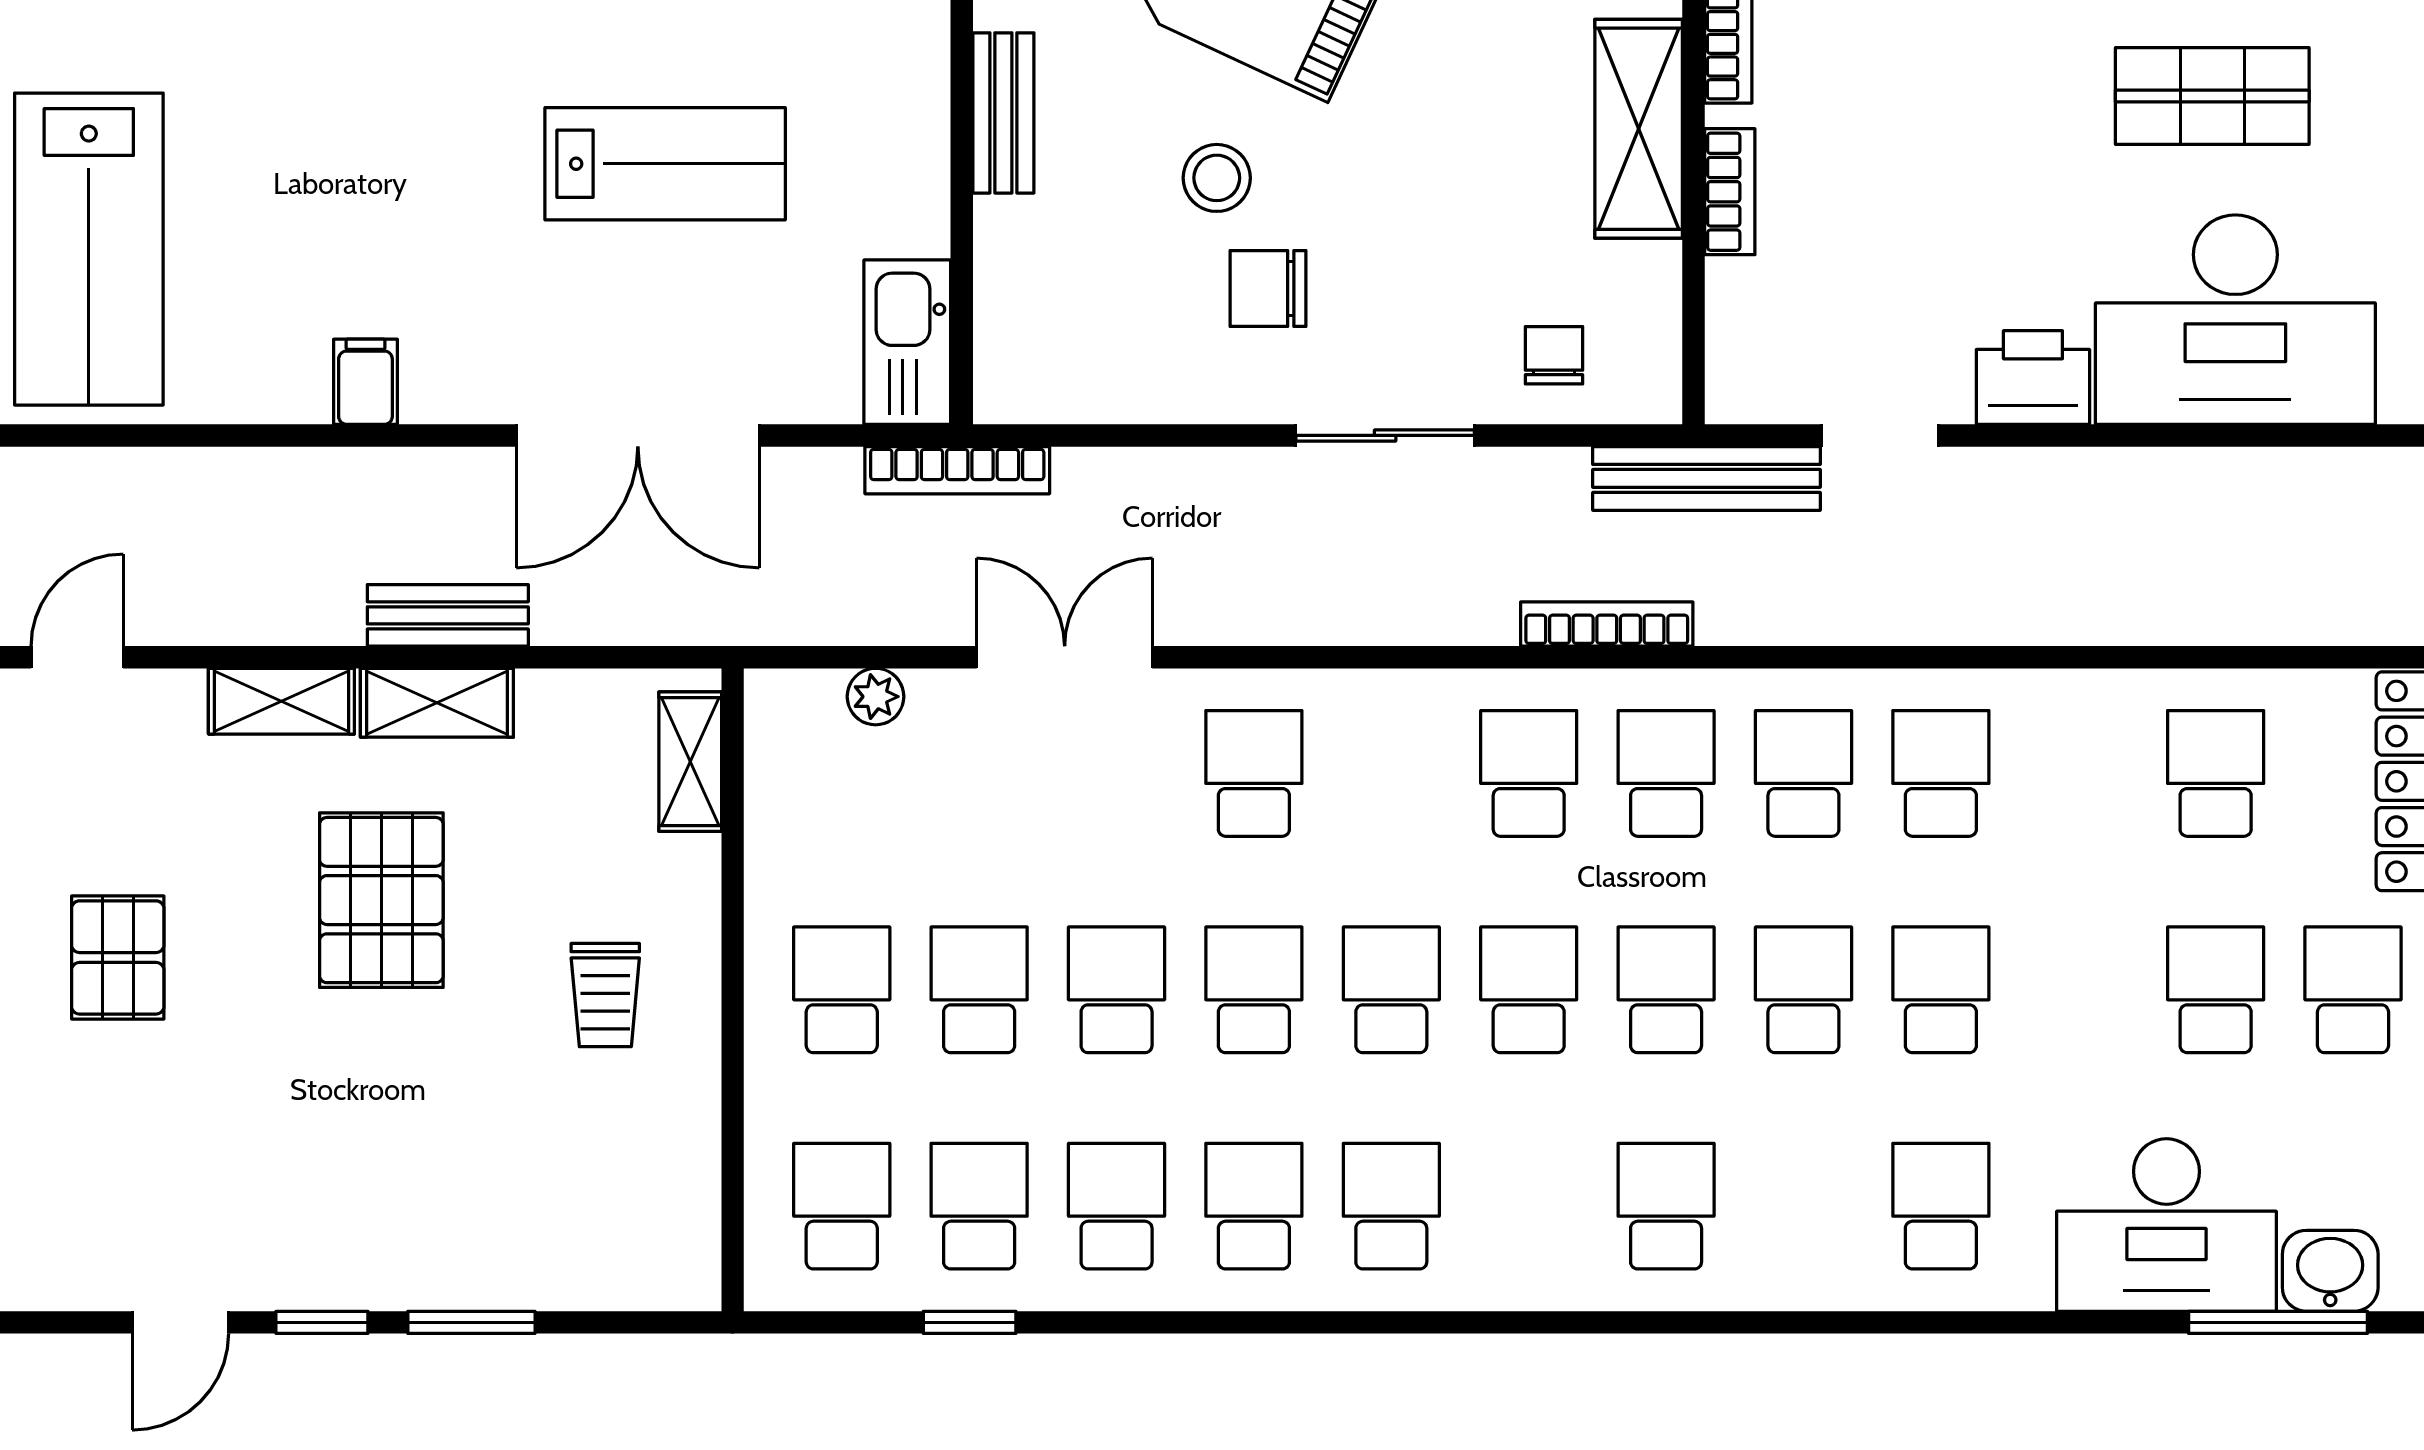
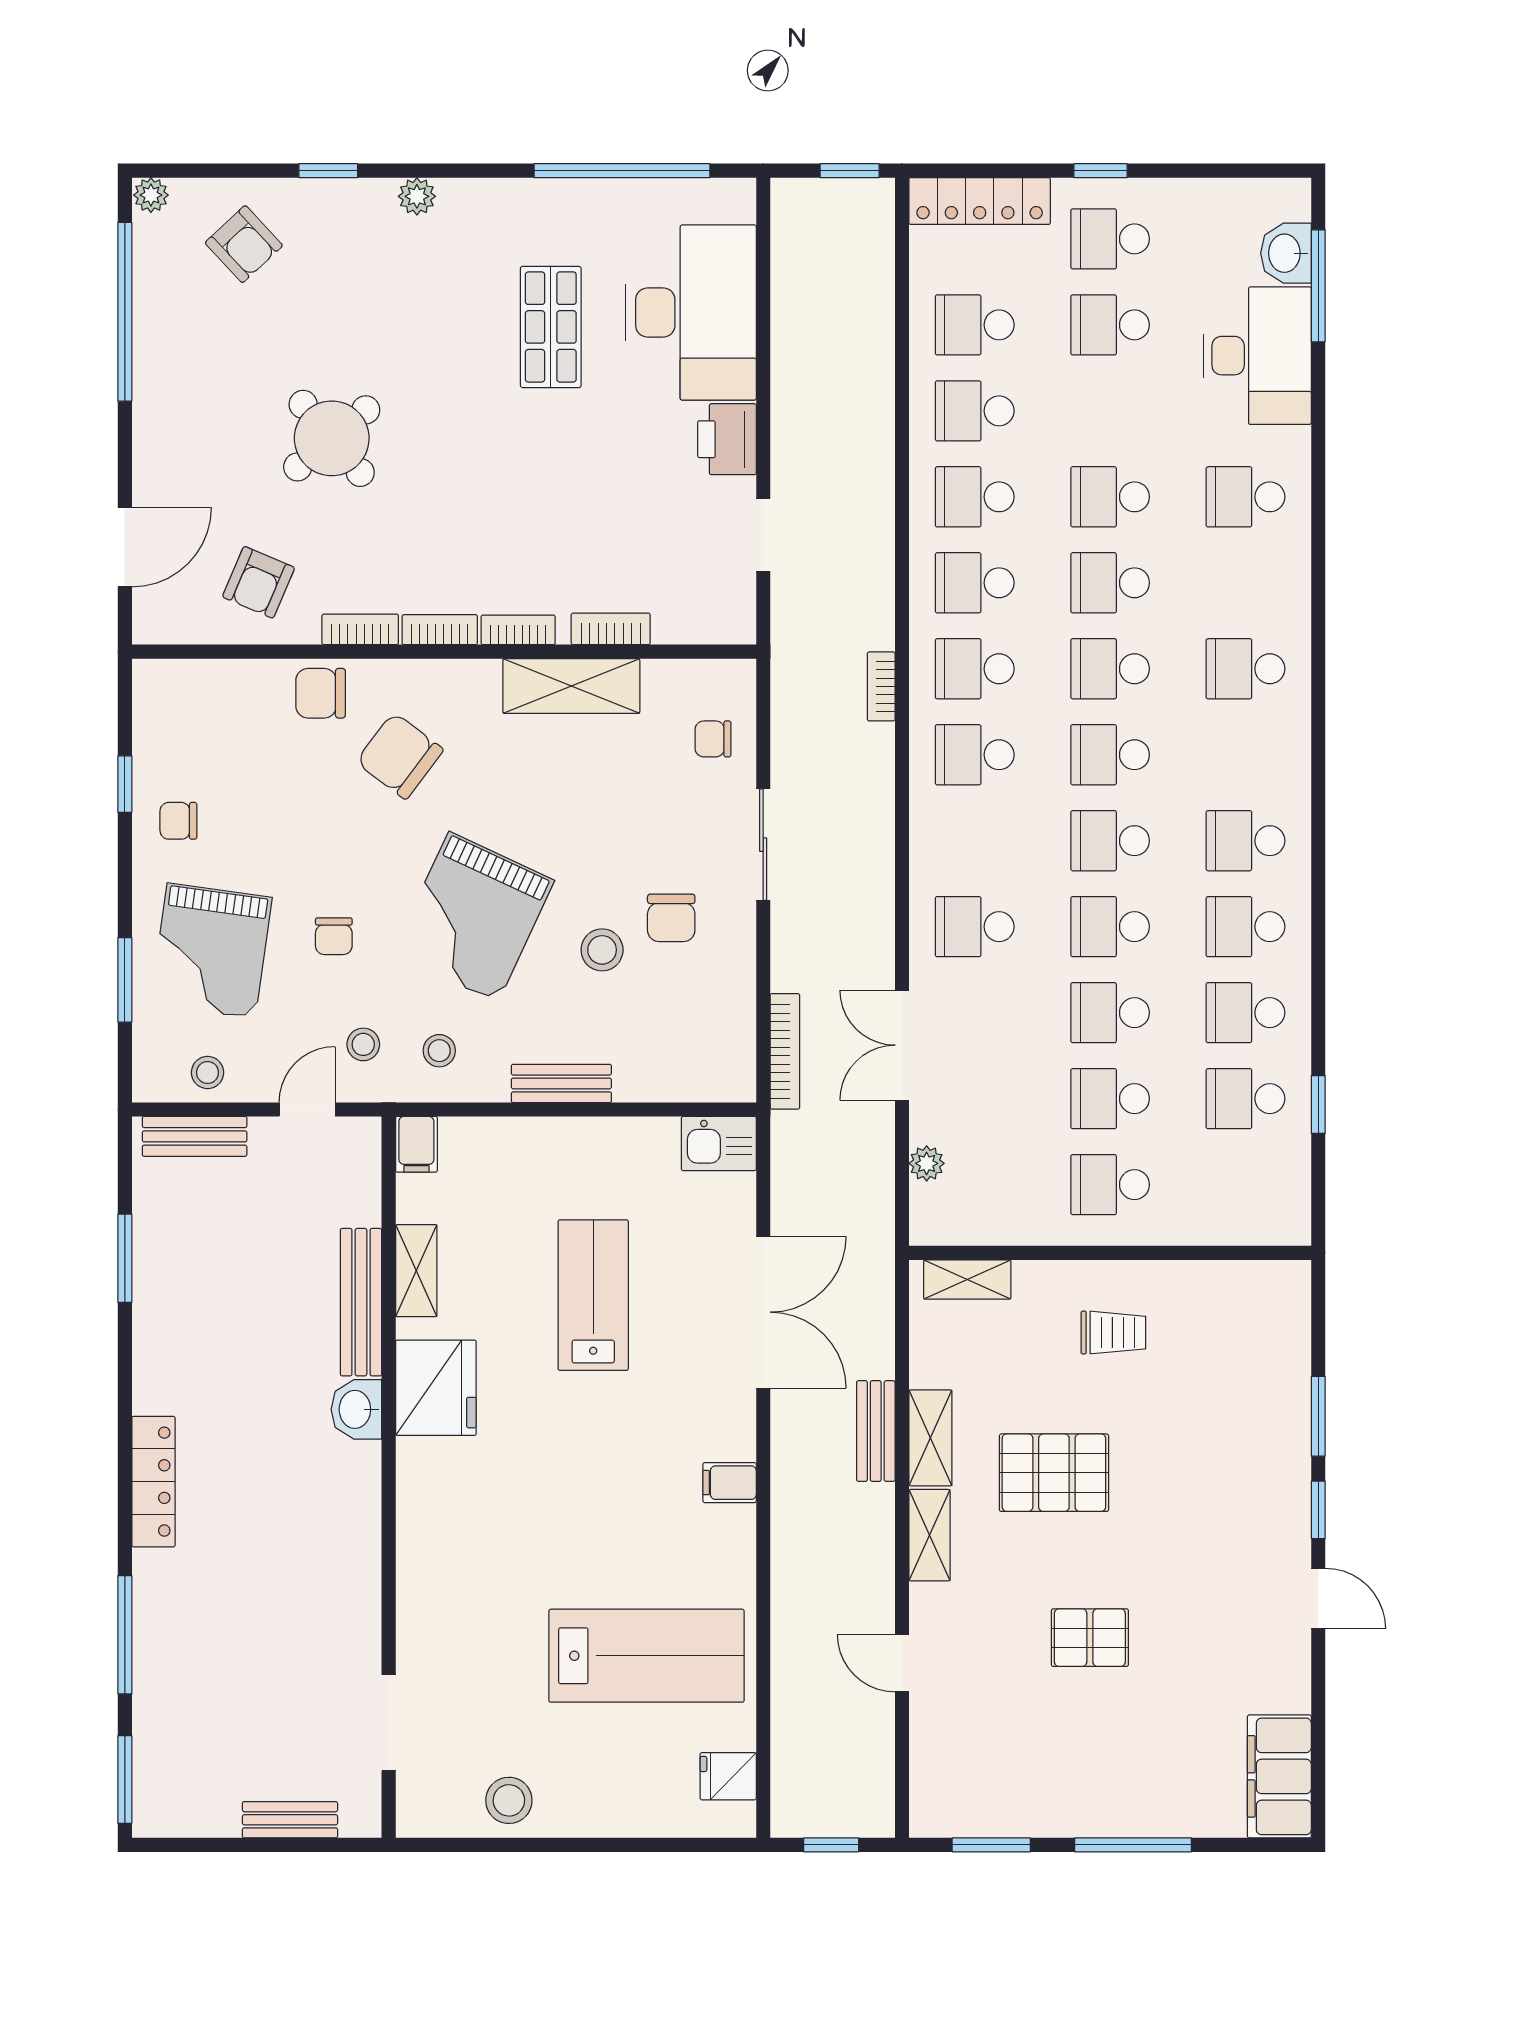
kitchen sink: (907, 342) -> (719, 1144), width x0.73
bookcase: (957, 470) -> (785, 1051), moved
bench: (1707, 478) -> (790, 643), removed
bookcase: (1607, 624) -> (881, 686), width x0.64
school desk: (842, 1206) -> (975, 411), moved

